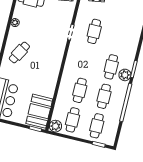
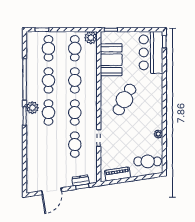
cafe table: (19, 52) -> (124, 100), moved, width x1.37, depth x1.35
cafe table: (87, 61) -> (75, 113), added
booth: (39, 111) -> (111, 60), moved

